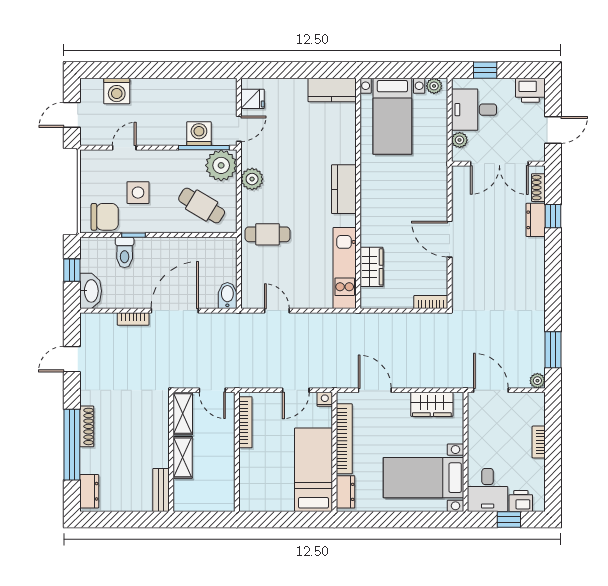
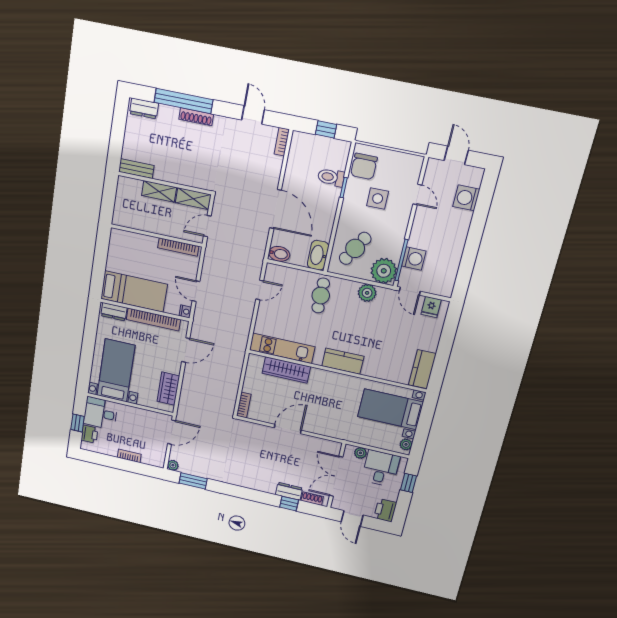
wardrobe: (372, 267) -> (286, 370), width x1.50
washbasin: (91, 291) -> (318, 255), moved, turned 90
bookcase: (133, 319) -> (282, 142), moved

